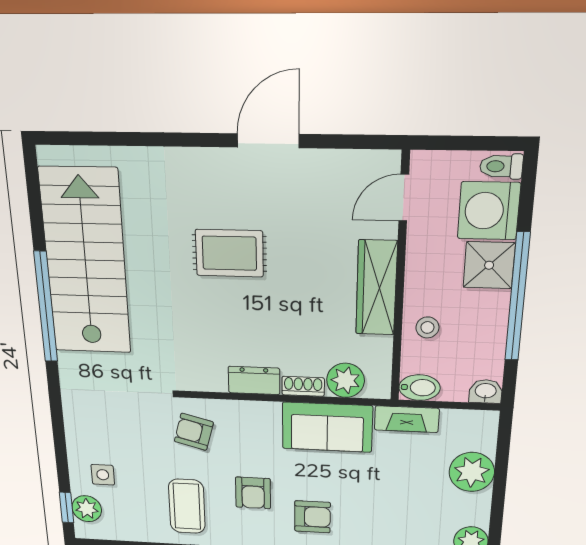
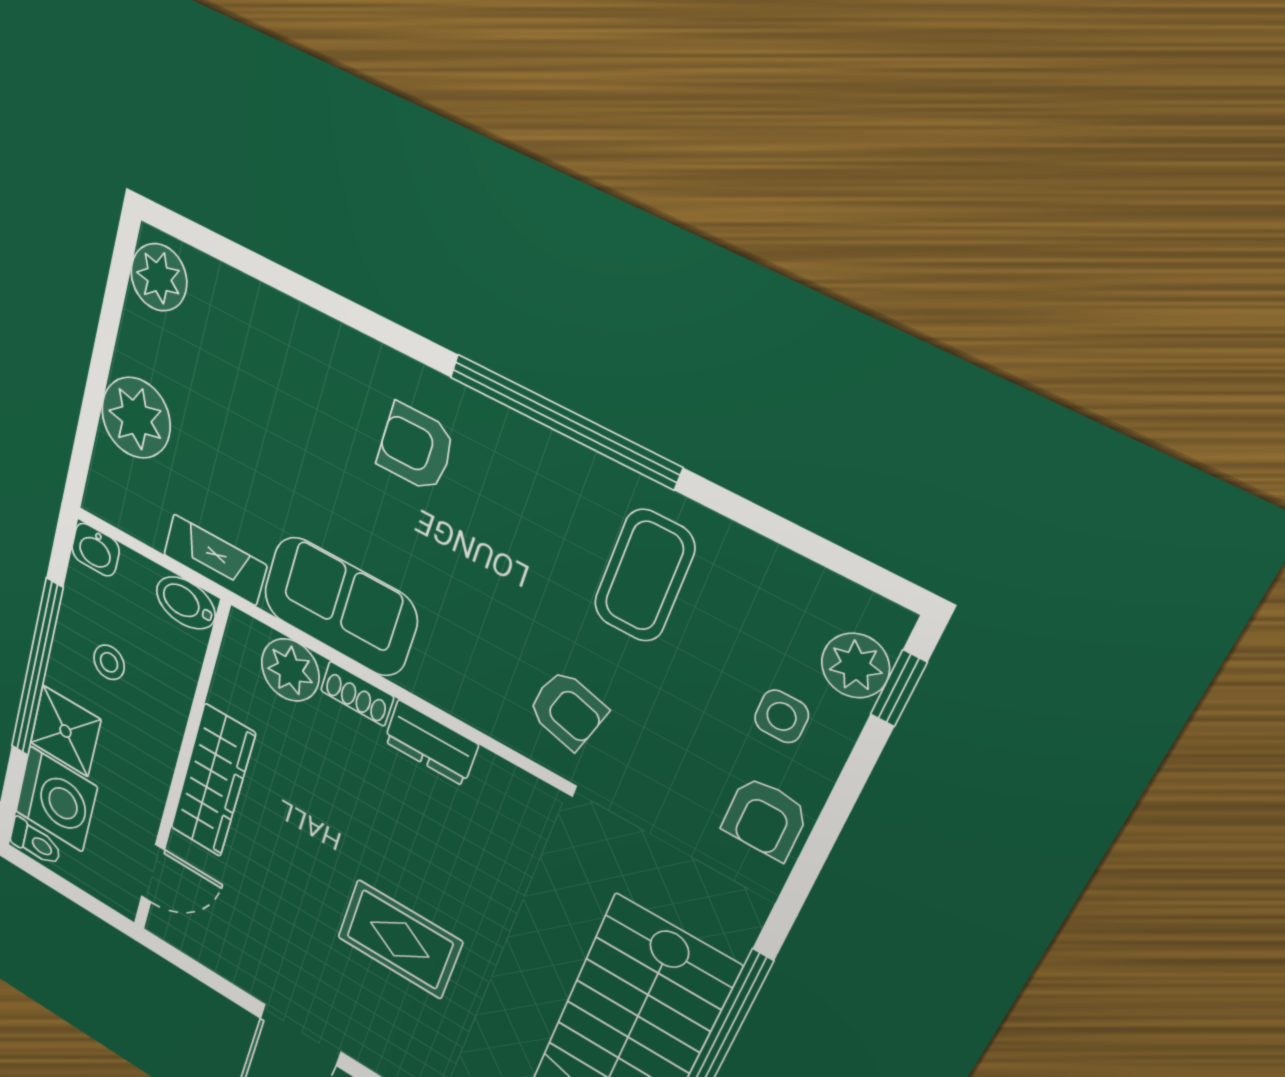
stool: (427, 327) -> (109, 662), moved
armchair: (253, 493) -> (765, 818), moved, turned 180

